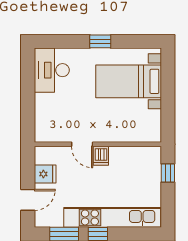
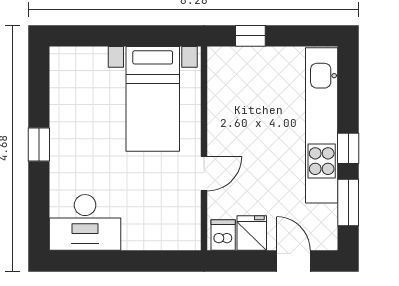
bed with nightstands: (129, 81) -> (153, 99), moved
dishwasher: (101, 156) -> (223, 235), moved, turned -90

